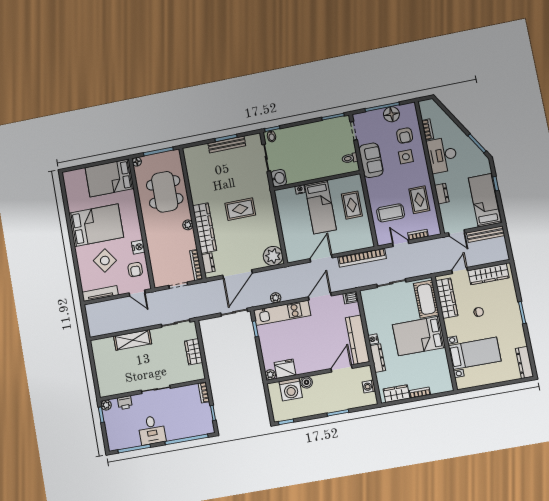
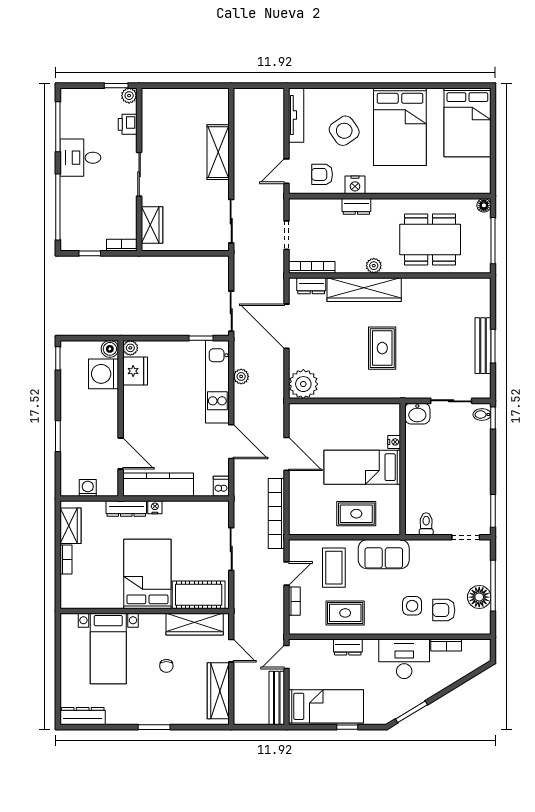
sofa: (371, 160) -> (384, 554), moved
bed: (110, 178) -> (467, 122), moved, turned 180
dresser: (152, 243) -> (356, 206), added
wardrobe: (194, 352) -> (152, 225), moved, turned 90
boiler: (306, 382) -> (110, 349), moved

